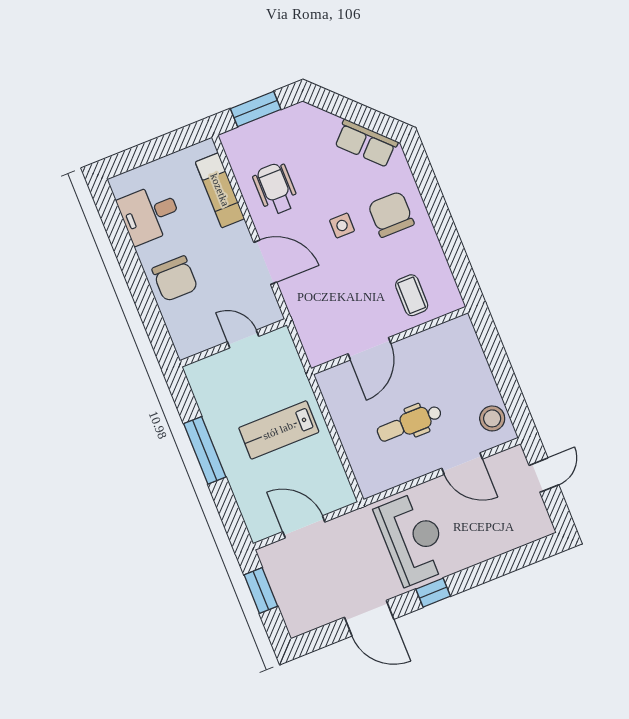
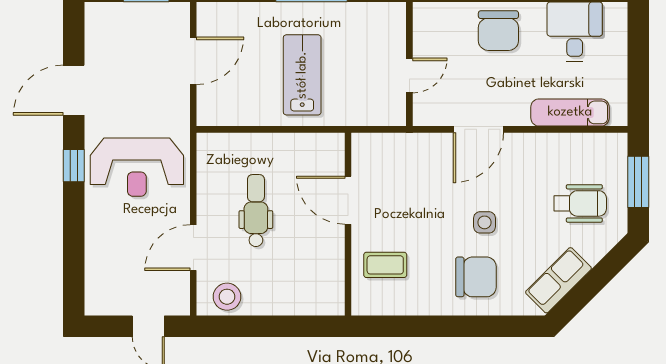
wheelchair: (276, 189) -> (580, 203), moved
chair: (175, 279) -> (498, 31), turned -90

